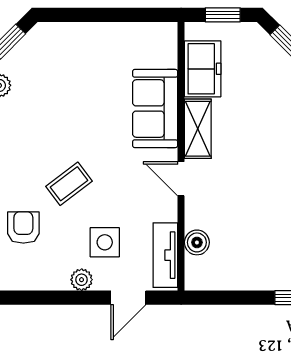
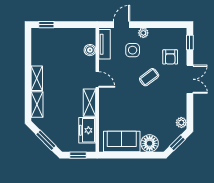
floor lamp: (68, 41) -> (150, 143), added
sofa: (155, 108) -> (122, 142), moved, turned -90

